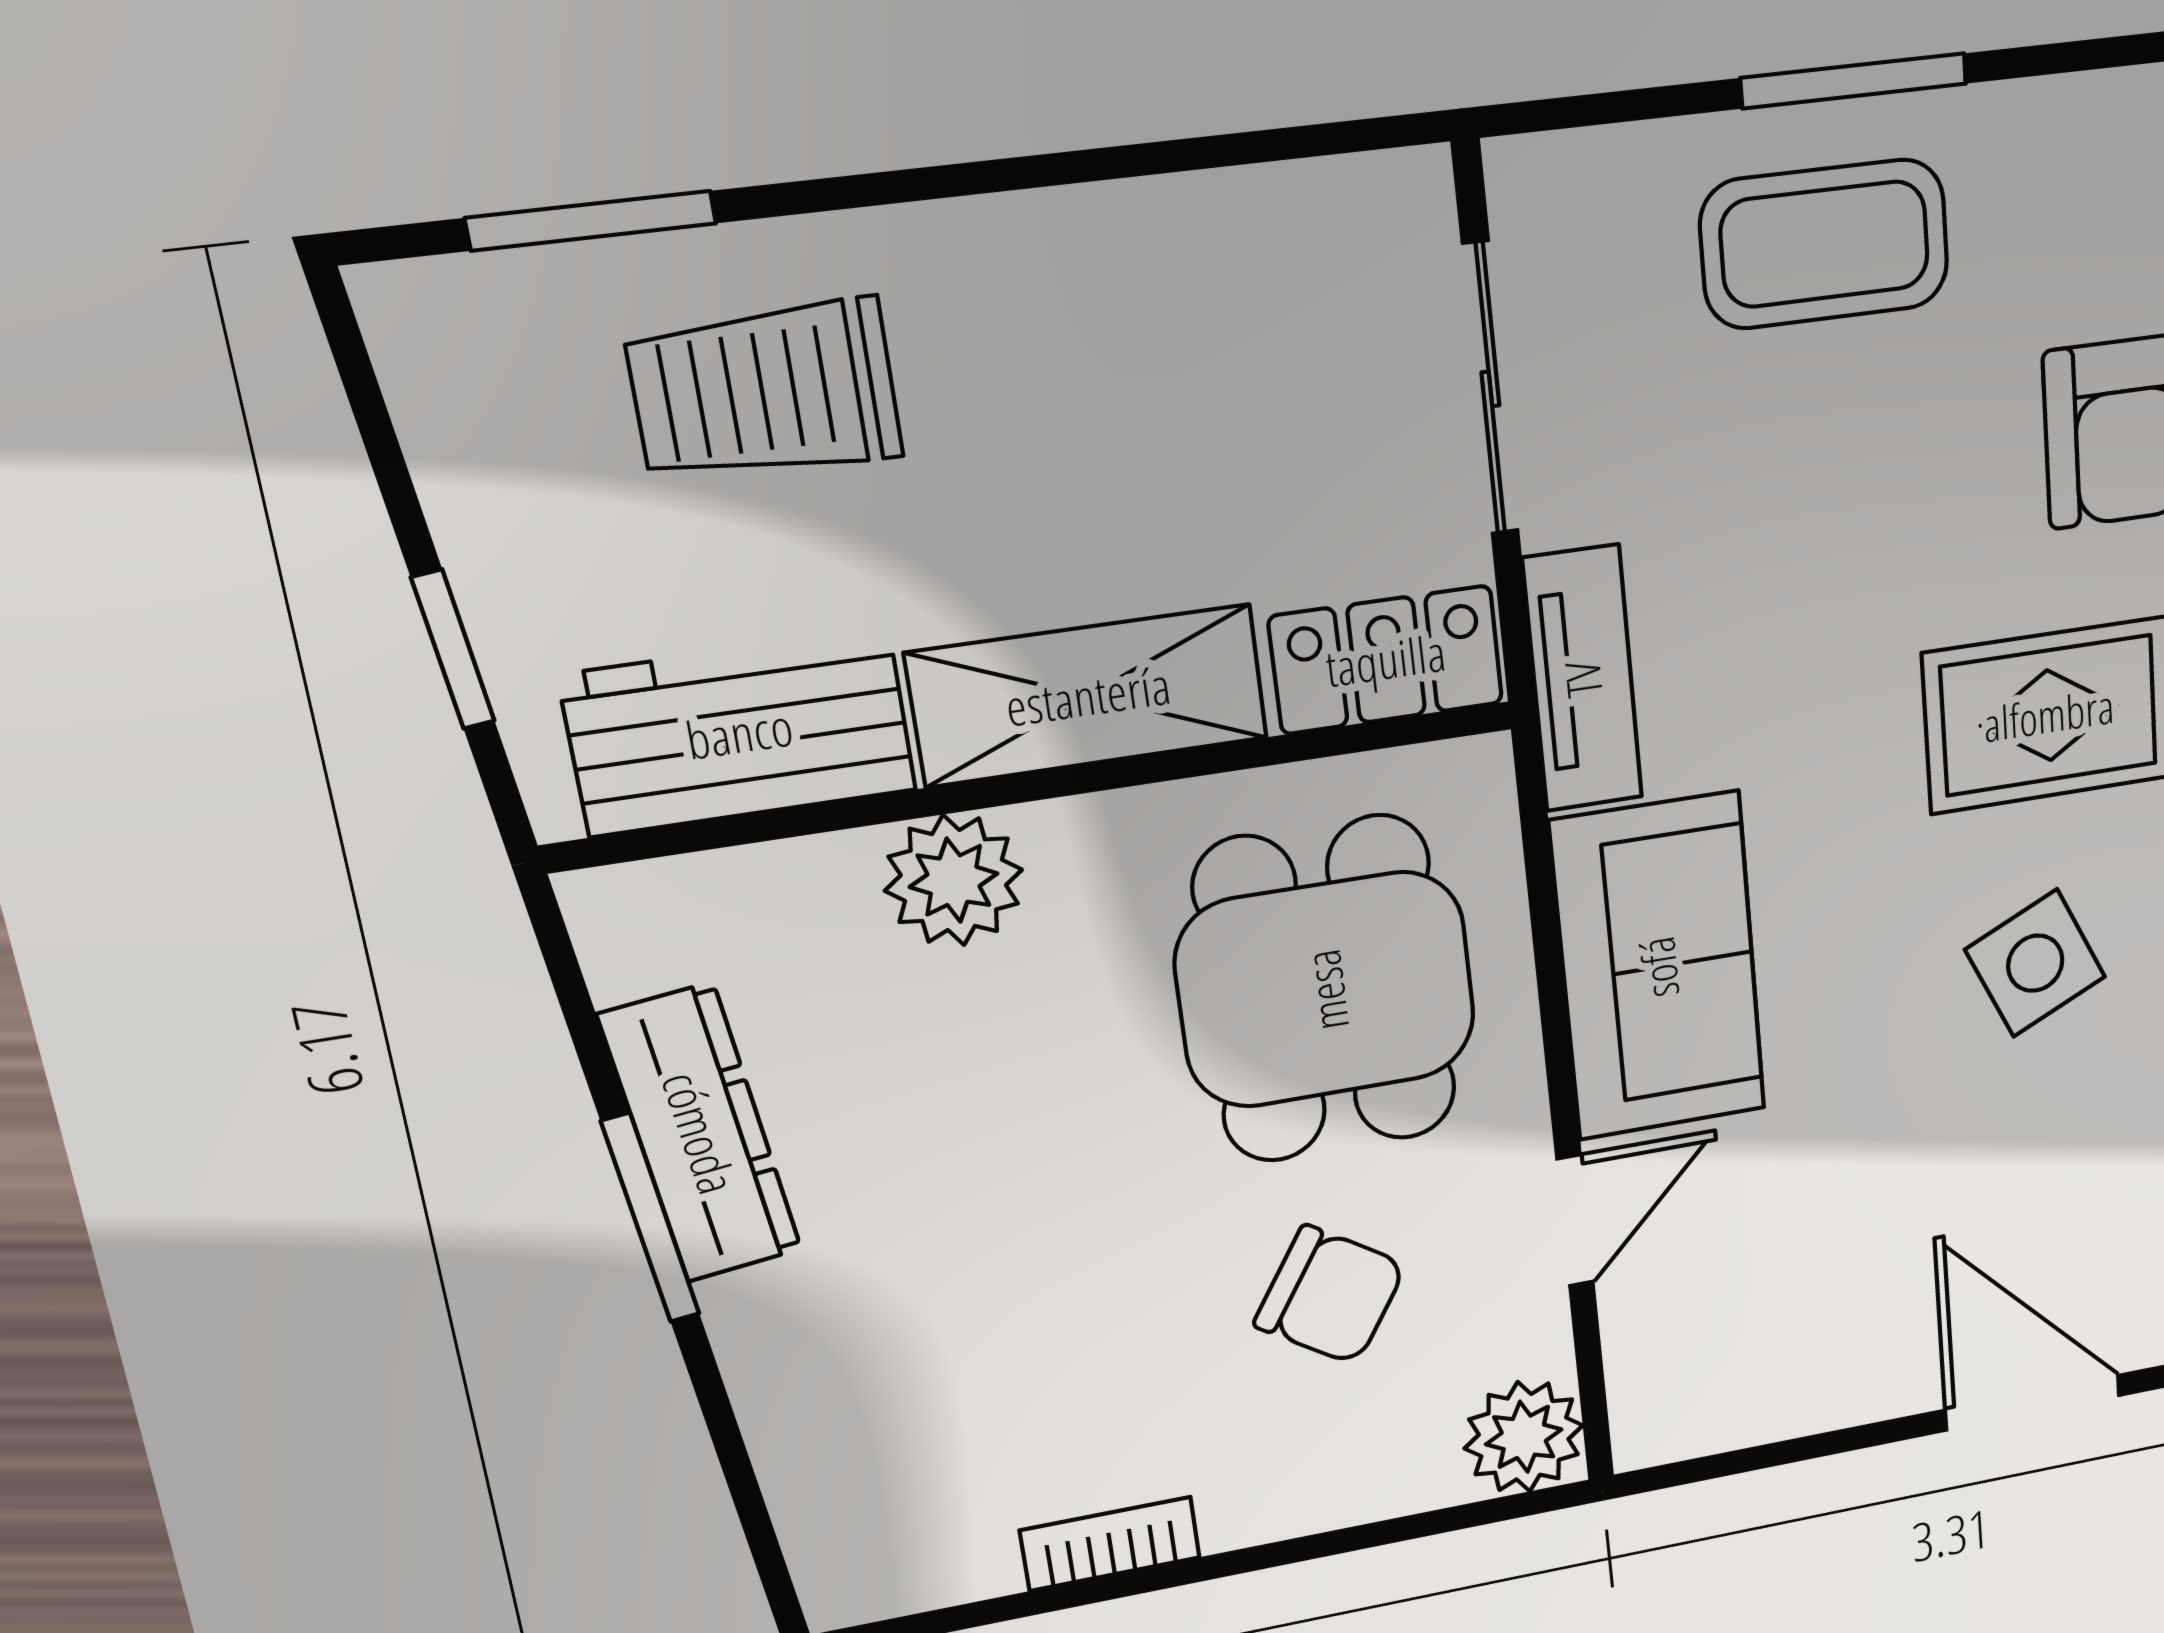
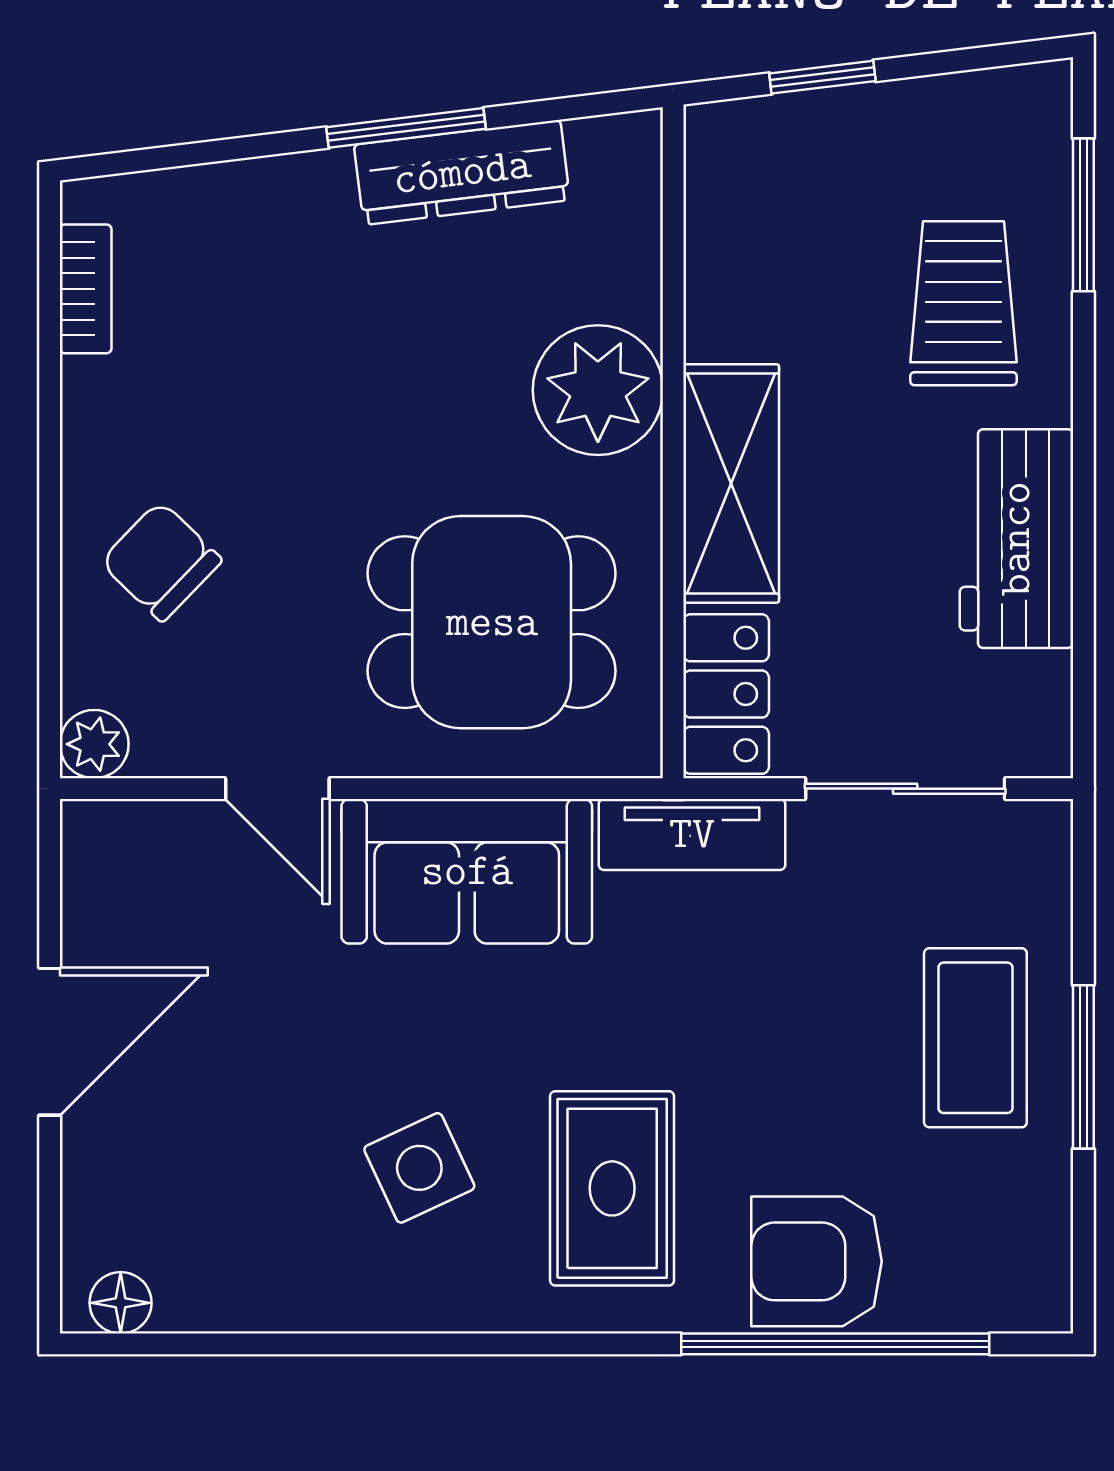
workbench: (739, 733) -> (1016, 539), moved, turned 180
plant: (954, 880) -> (598, 390), width x1.36, depth x1.36
chair: (1330, 1295) -> (161, 561), moved, turned 101
door: (2033, 1403) -> (50, 1042), moved
plant: (1524, 1437) -> (94, 744), width x0.73, depth x0.73
bookcase: (1110, 1544) -> (86, 289), moved

